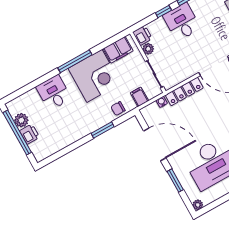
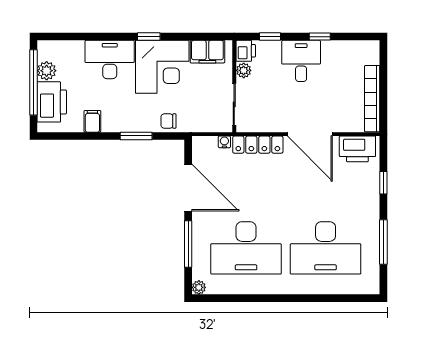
window: (163, 12) -> (270, 37), moved
window: (75, 61) -> (149, 37), width x0.46
desk: (54, 93) -> (110, 59), width x1.37
filing cabinet: (139, 97) -> (92, 121), moved
printer: (29, 134) -> (52, 102), width x1.87, depth x1.48
window: (175, 181) -> (188, 244), width x1.44

